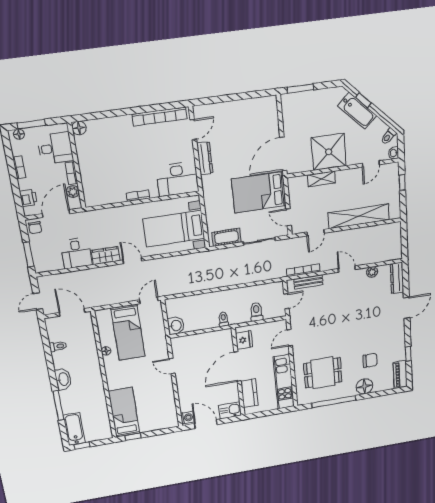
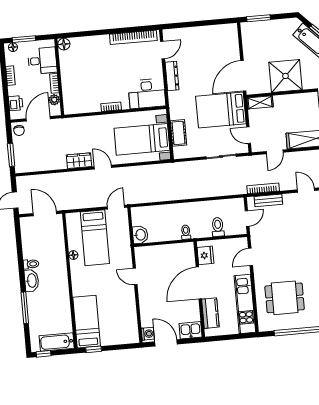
shelving: (321, 179) -> (260, 102), moved
cot: (226, 237) -> (178, 133), moved, turned 90
desk: (76, 253) -> (53, 157), removed
toilet: (58, 346) -> (31, 264), moved
bathtub: (74, 429) -> (57, 342), moved, turned -90

